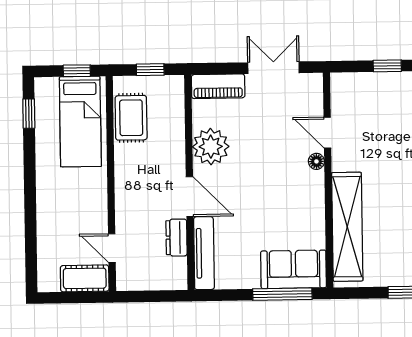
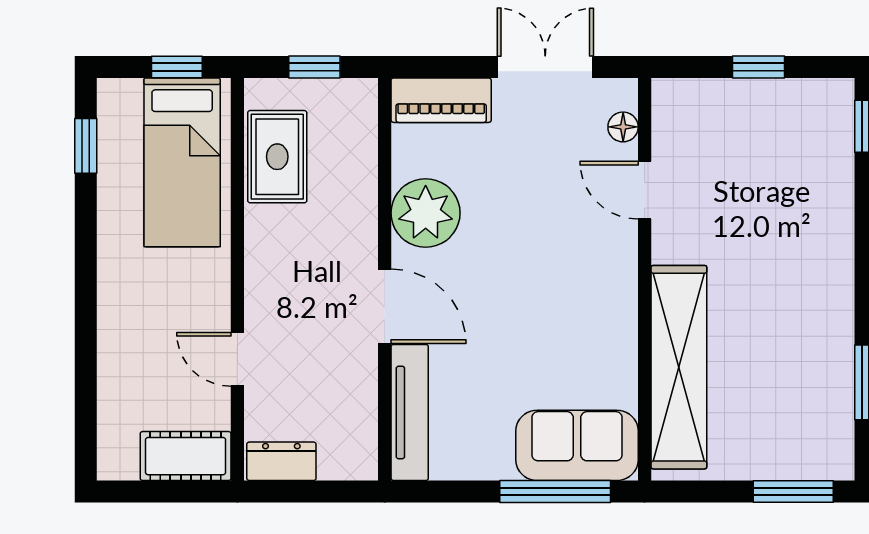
floor lamp: (316, 161) -> (623, 127), moved
dresser: (177, 238) -> (281, 461), moved, turned 90
door: (112, 248) -> (237, 359), moved

